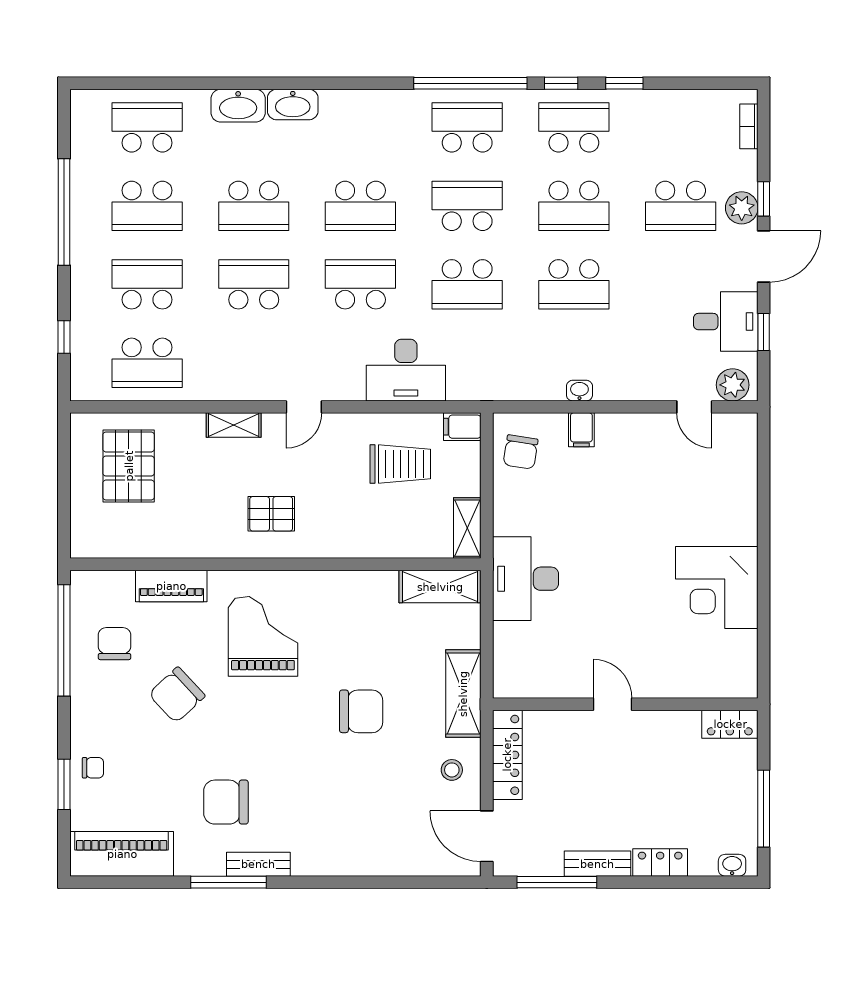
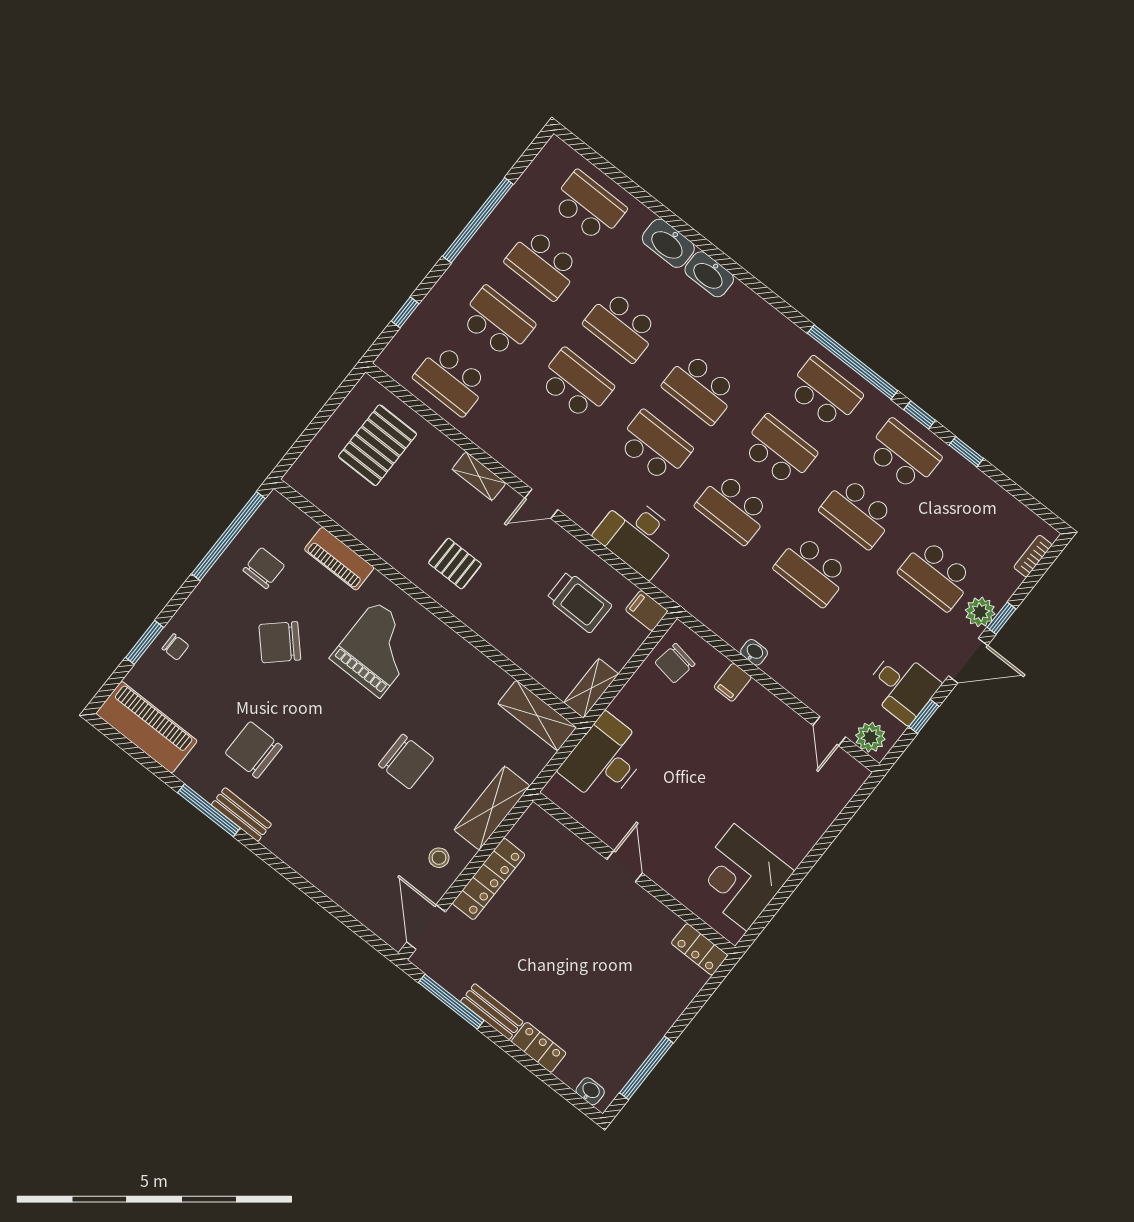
door: (612, 704) -> (625, 866), moved
wall: (625, 704) -> (634, 874), moved
locker: (730, 724) -> (699, 949), moved

